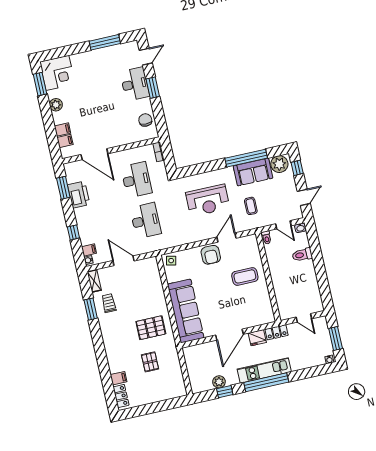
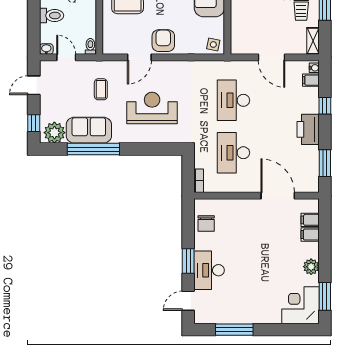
printer: (79, 195) -> (308, 129), moved

